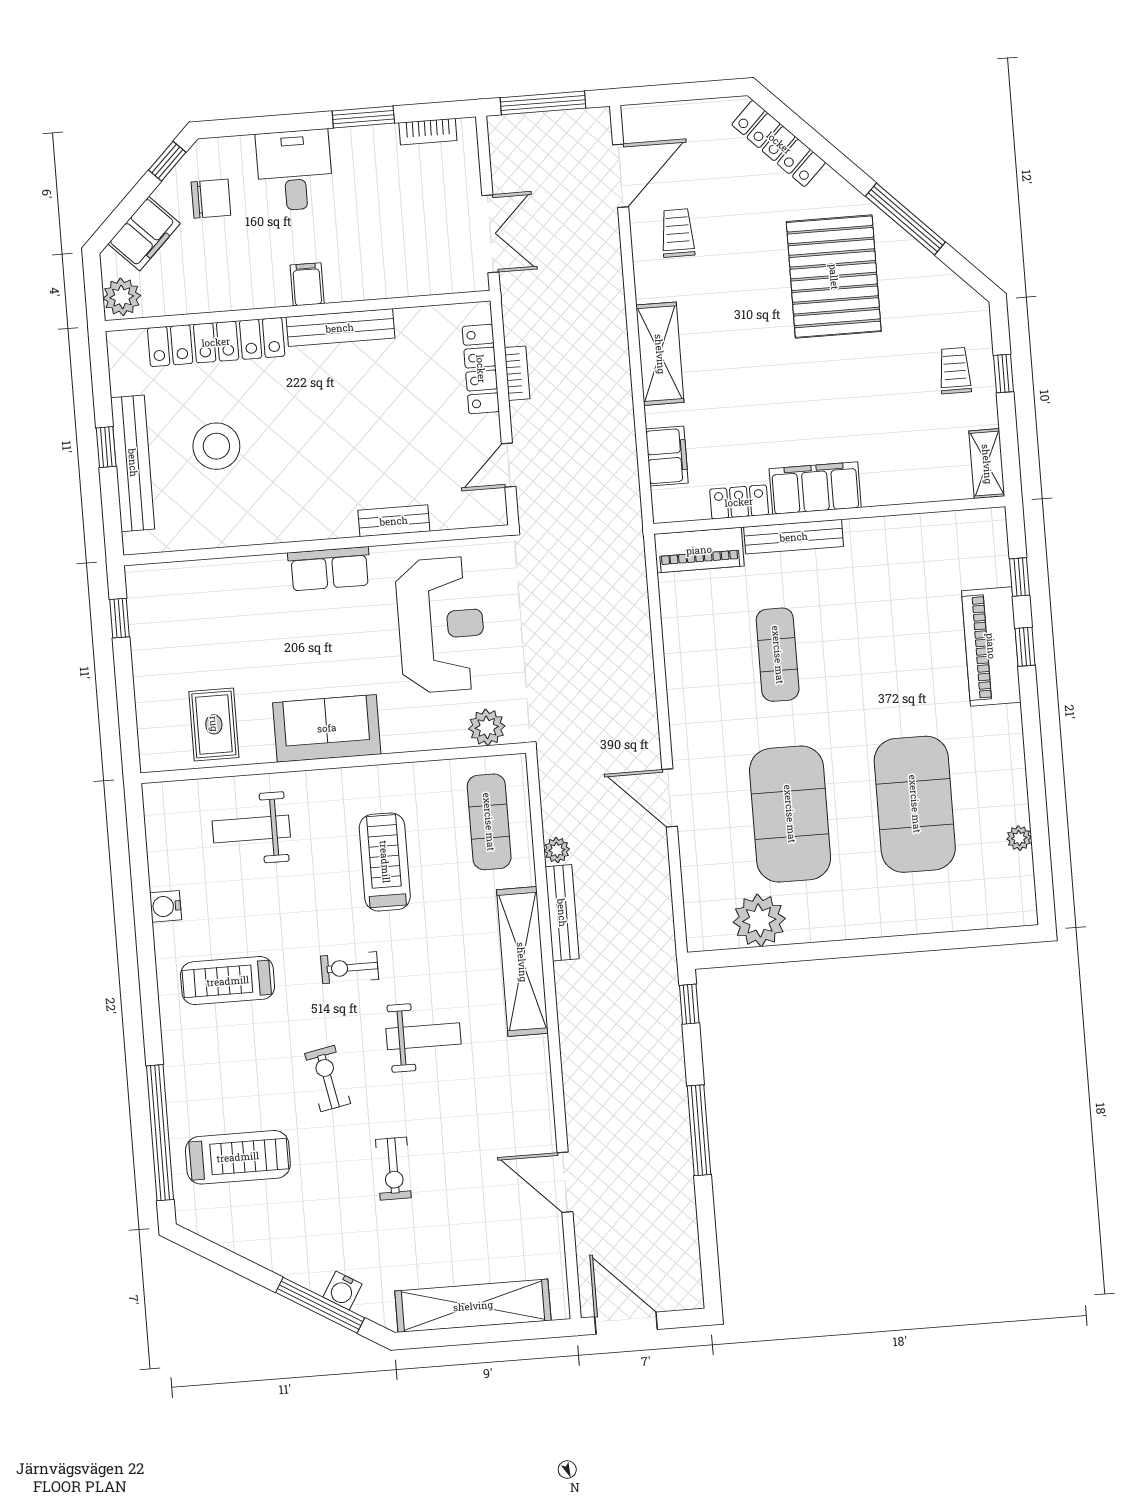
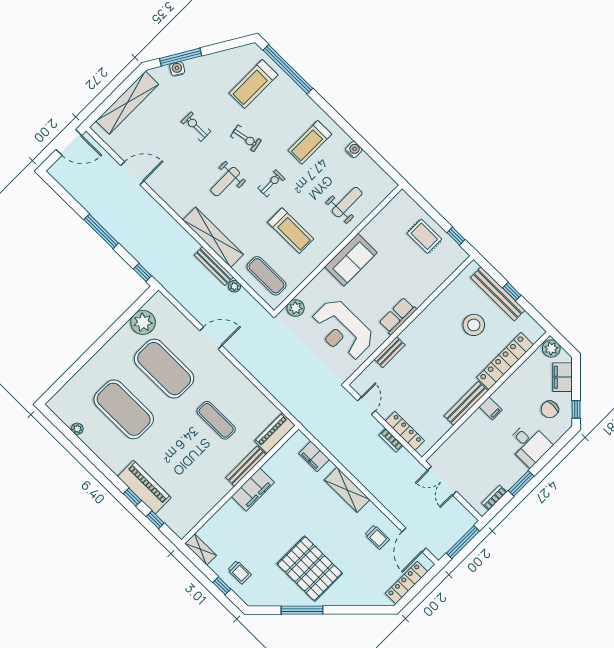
locker: (779, 143) -> (407, 583), moved, turned -45
locker: (739, 502) -> (275, 462), removed
rug: (214, 724) -> (424, 236), moved
treadmill: (228, 981) -> (310, 142), turned 180

